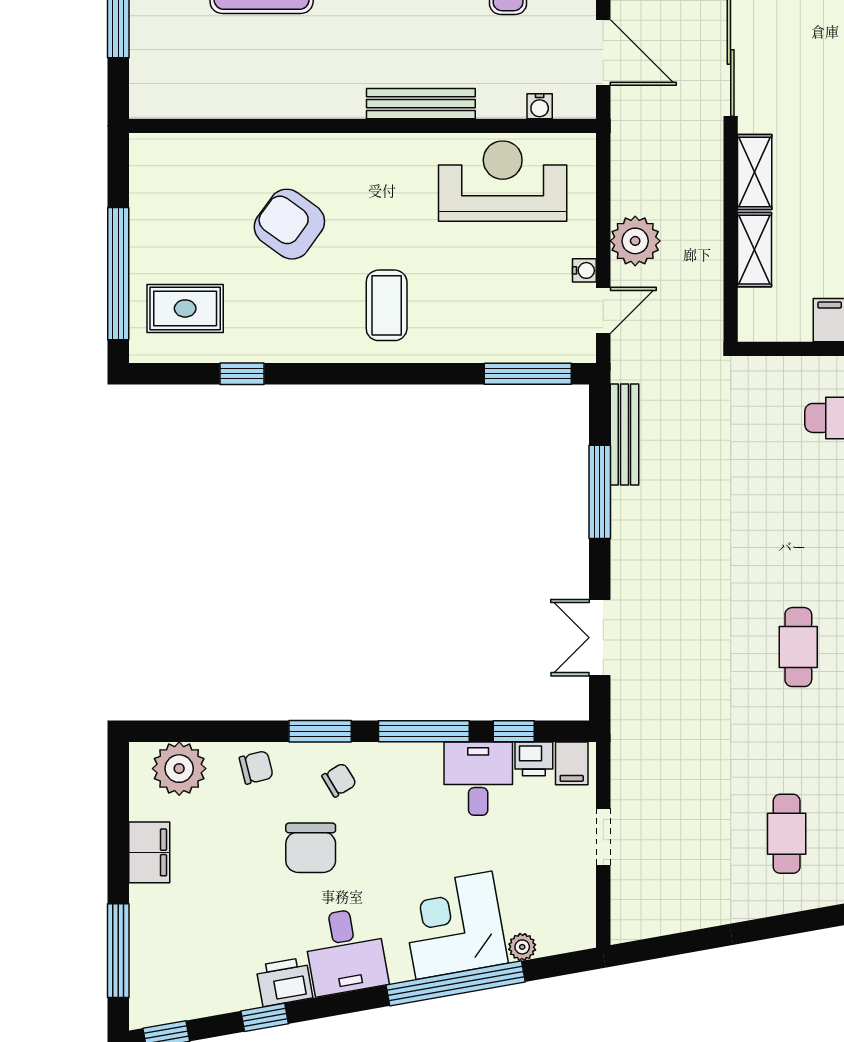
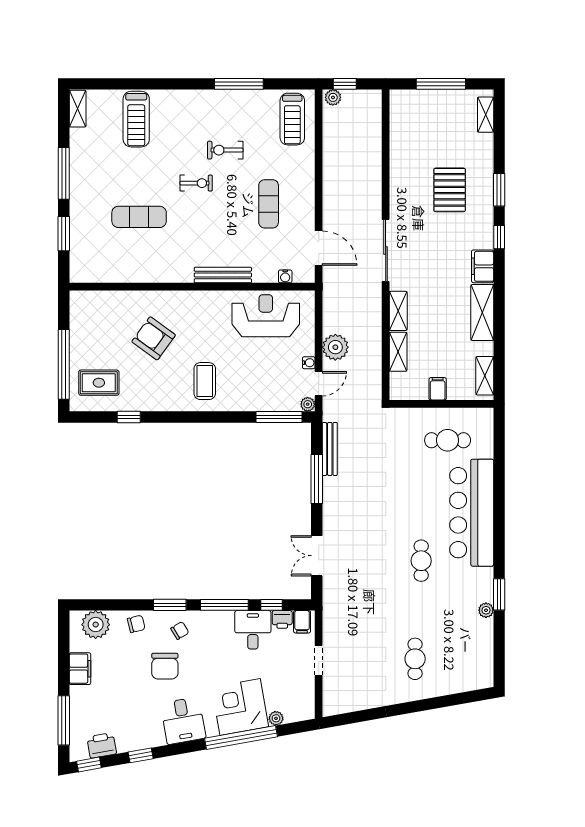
plant: (582, 349) -> (308, 404), added
printer: (284, 982) -> (102, 745), moved

